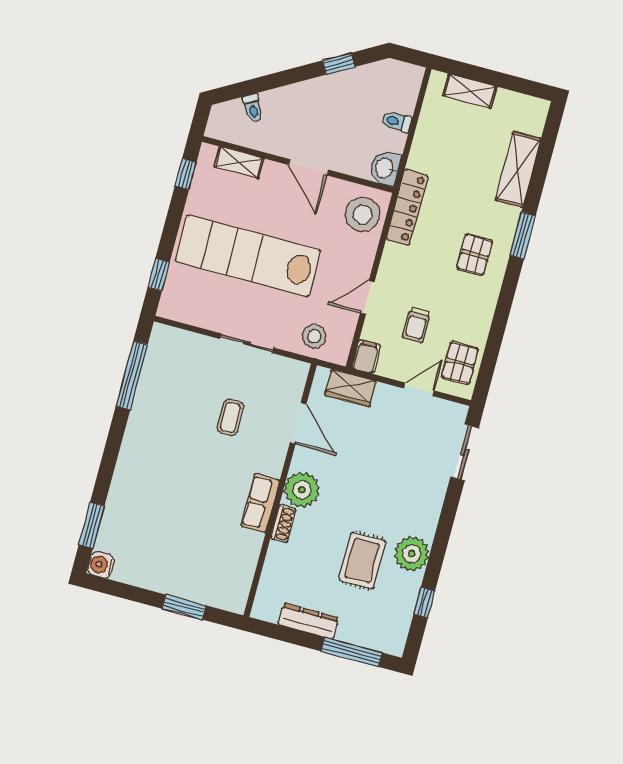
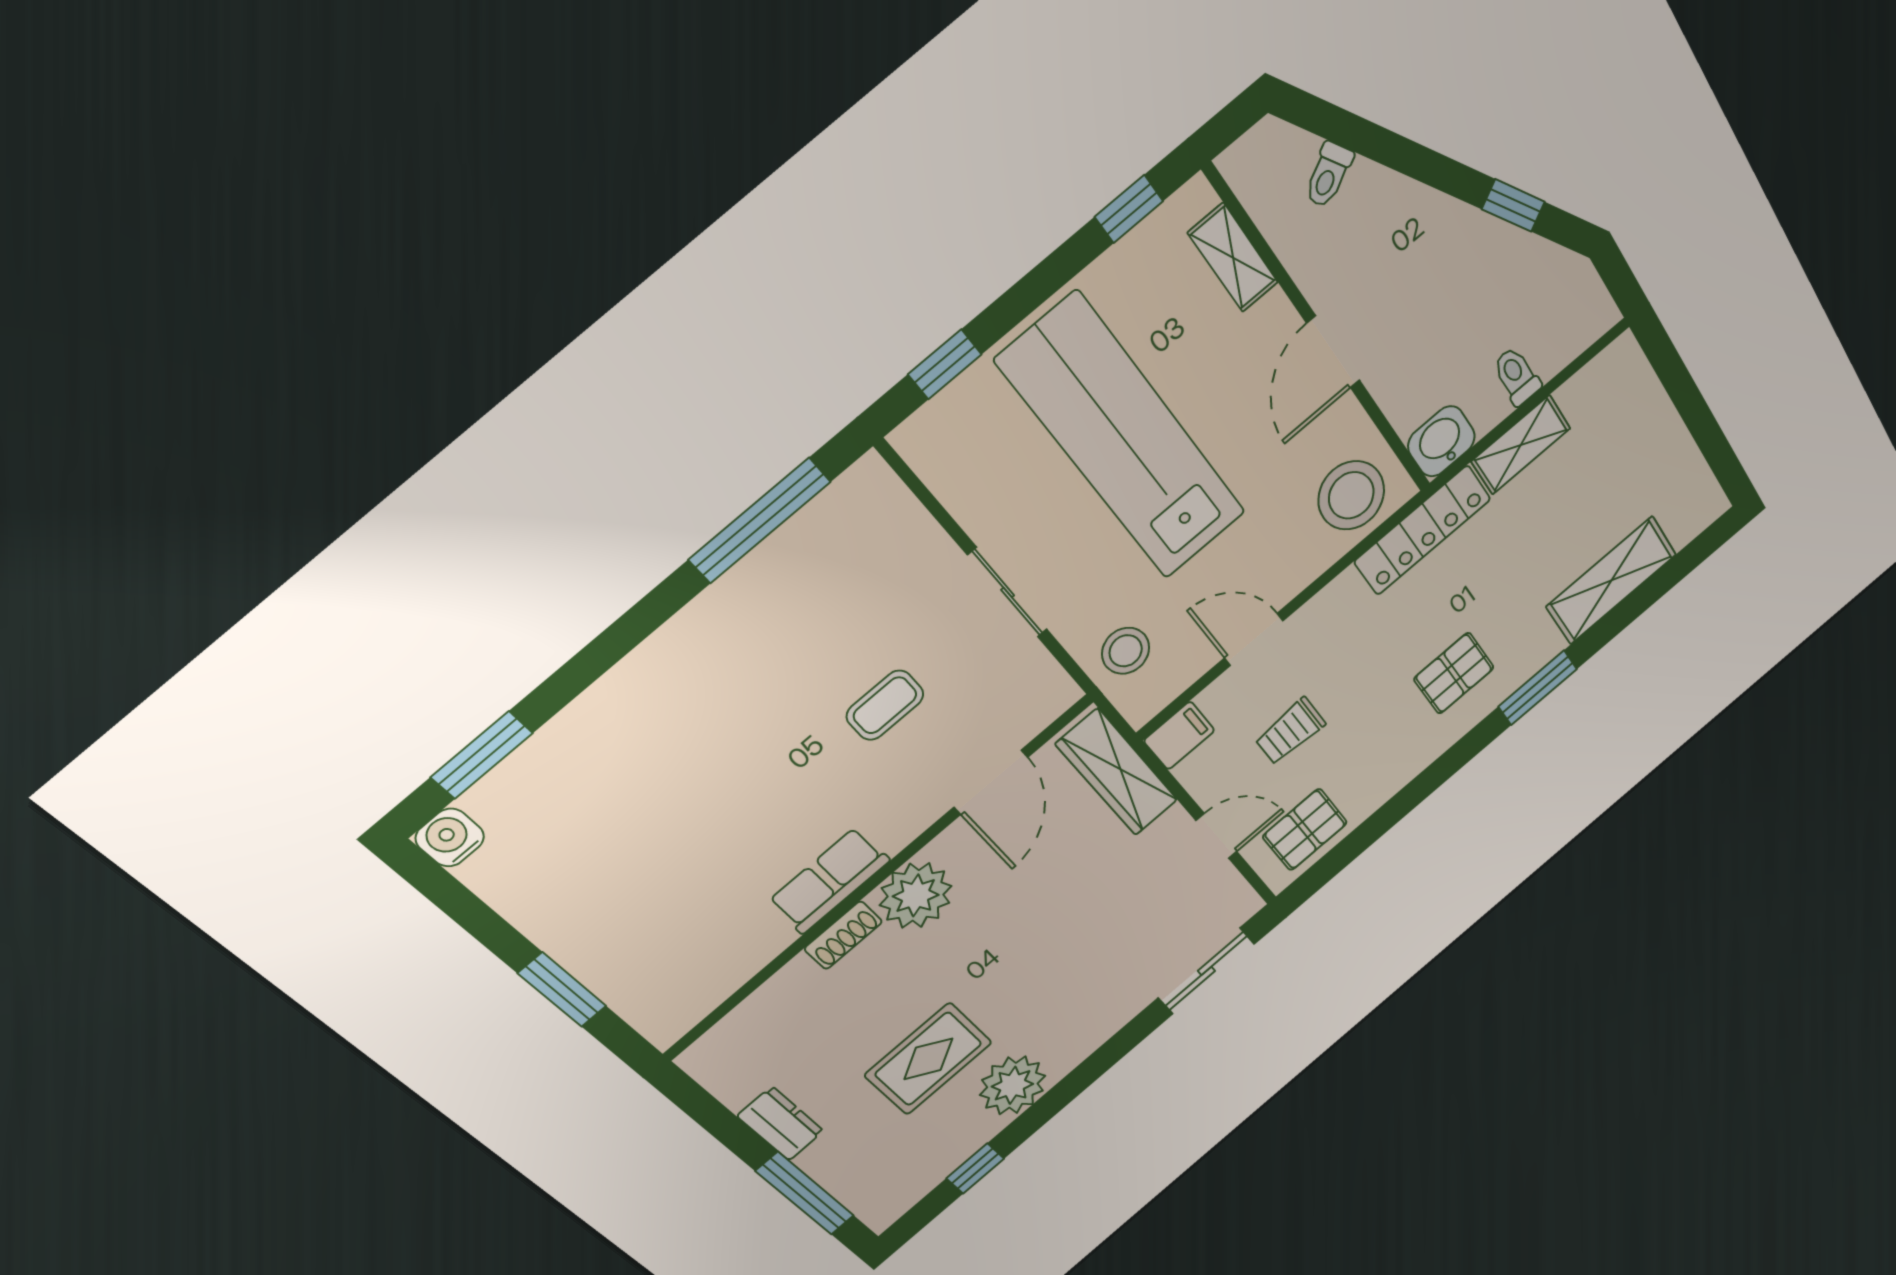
shelving: (470, 91) -> (1521, 445), moved, turned 90
wardrobe: (350, 388) -> (1117, 772), width x1.50
dresser: (308, 621) -> (781, 1124), width x0.70

